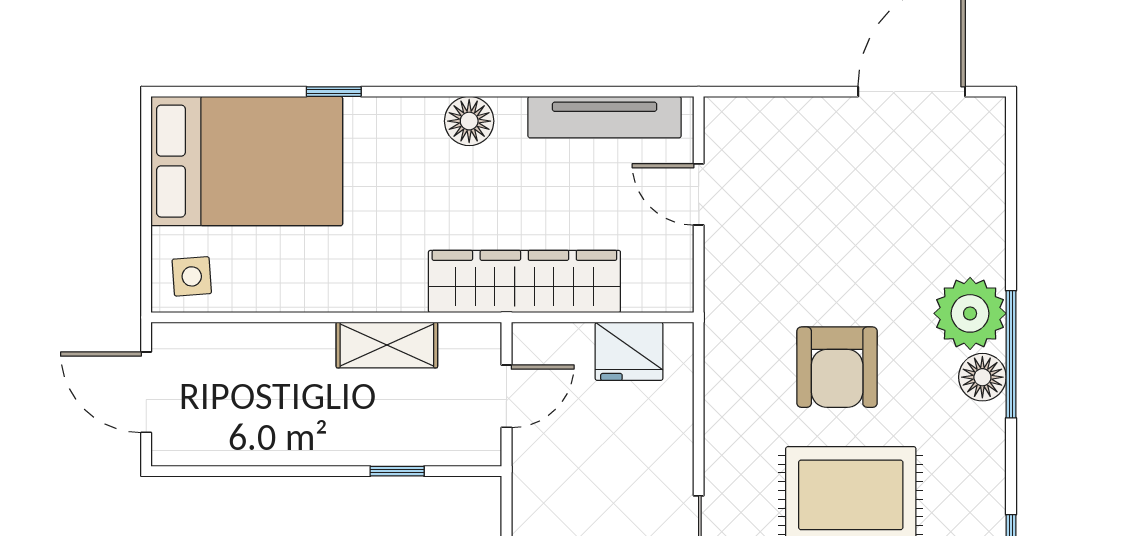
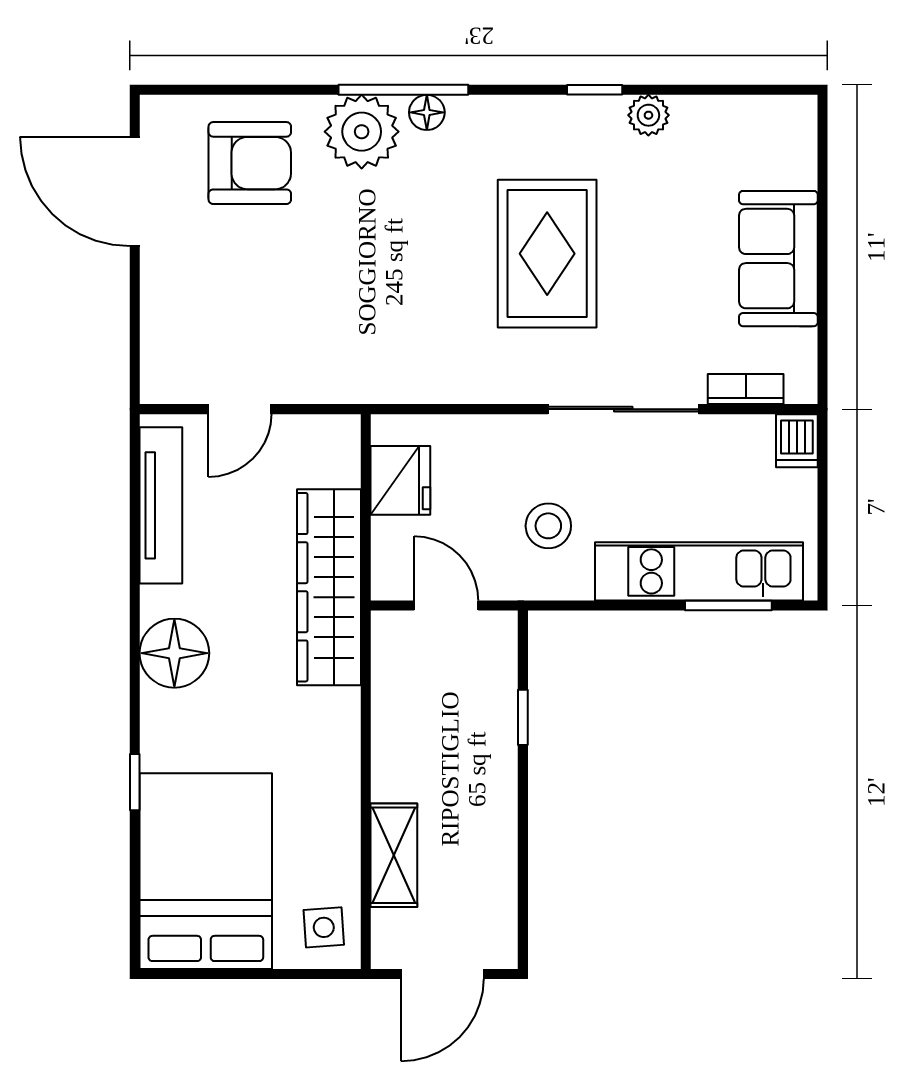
floor lamp: (469, 121) -> (174, 653), width x1.38, depth x1.38
shelving: (387, 345) -> (394, 855), moved
armchair: (837, 367) -> (250, 163), moved
floor lamp: (982, 377) -> (427, 112), width x0.73, depth x0.73
stool: (584, 496) -> (548, 526), added

